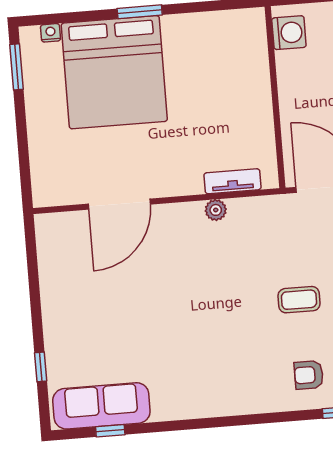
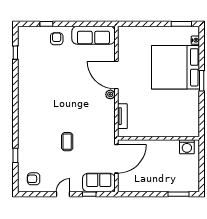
door: (119, 204) -> (116, 75), moved
plant: (216, 210) -> (110, 94), moved
armchair: (309, 375) -> (57, 39), moved
sofa: (101, 406) -> (93, 35), moved, turned 90

